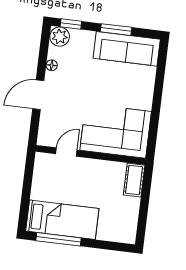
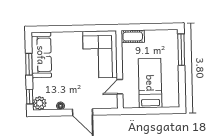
door: (66, 152) -> (120, 87), hinge flipped
bed: (62, 220) -> (150, 83), moved
window: (59, 239) -> (181, 50), moved

